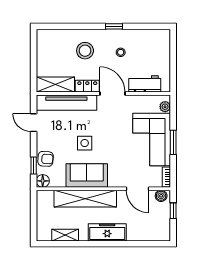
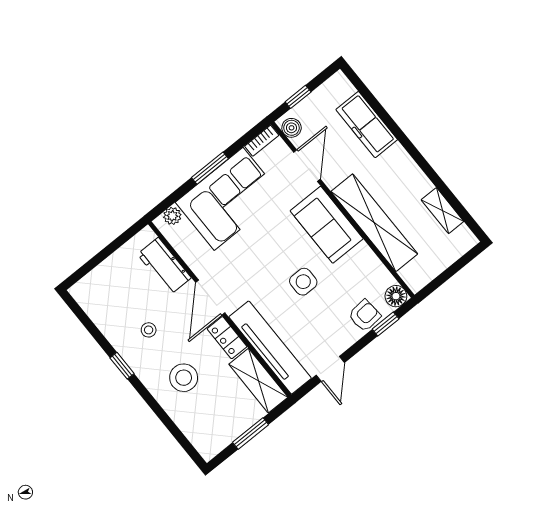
window: (34, 61) -> (251, 433), added
armchair: (46, 159) -> (365, 316), turned 81
sofa: (87, 176) -> (327, 225), moved
freezer: (107, 232) -> (367, 125), moved

